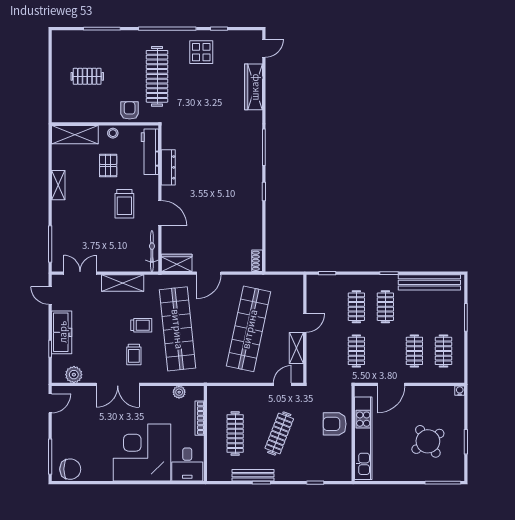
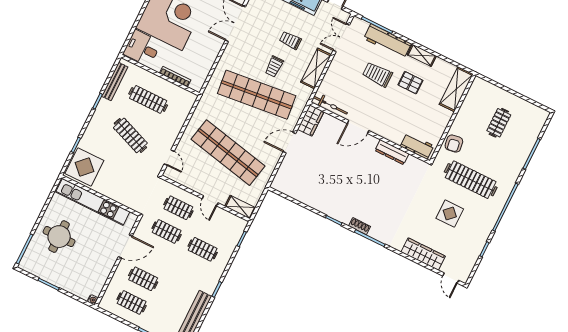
display table: (201, 52) -> (450, 214), moved
armchair: (130, 110) -> (454, 144), turned 81
stool: (113, 133) -> (442, 121), removed
workbench: (150, 152) -> (417, 146), width x0.73
pallet: (108, 165) -> (410, 83), moved
trolley: (124, 204) -> (377, 75), moved
workbench: (61, 226) -> (387, 41), added
shoe rack: (257, 261) -> (360, 226), moved
double door: (80, 273) -> (341, 38), swing flipped
door: (209, 273) -> (289, 143), hinge flipped
clothes rail: (385, 307) -> (178, 208), moved
shelving: (296, 348) -> (240, 207), moved
trolley: (134, 354) -> (290, 40), moved
door: (391, 384) -> (125, 246), swing flipped
plant: (179, 392) -> (204, 70), removed
armchair: (335, 424) -> (116, 184), removed
round table: (428, 441) -> (59, 237), moved, turned 34
display table: (333, 463) -> (84, 167), added
bench: (253, 475) -> (115, 82), moved

